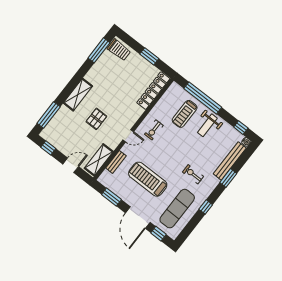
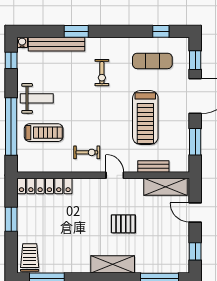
window: (206, 207) -> (161, 31), moved
exercise mat: (177, 209) -> (152, 61), width x0.73, depth x0.69

